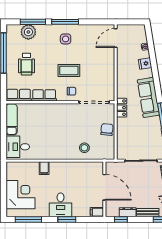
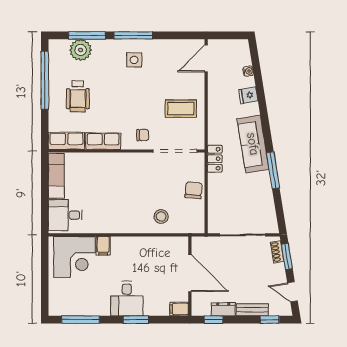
coffee table: (69, 70) -> (181, 109), moved
corner desk: (20, 195) -> (74, 257), moved, turned 90

